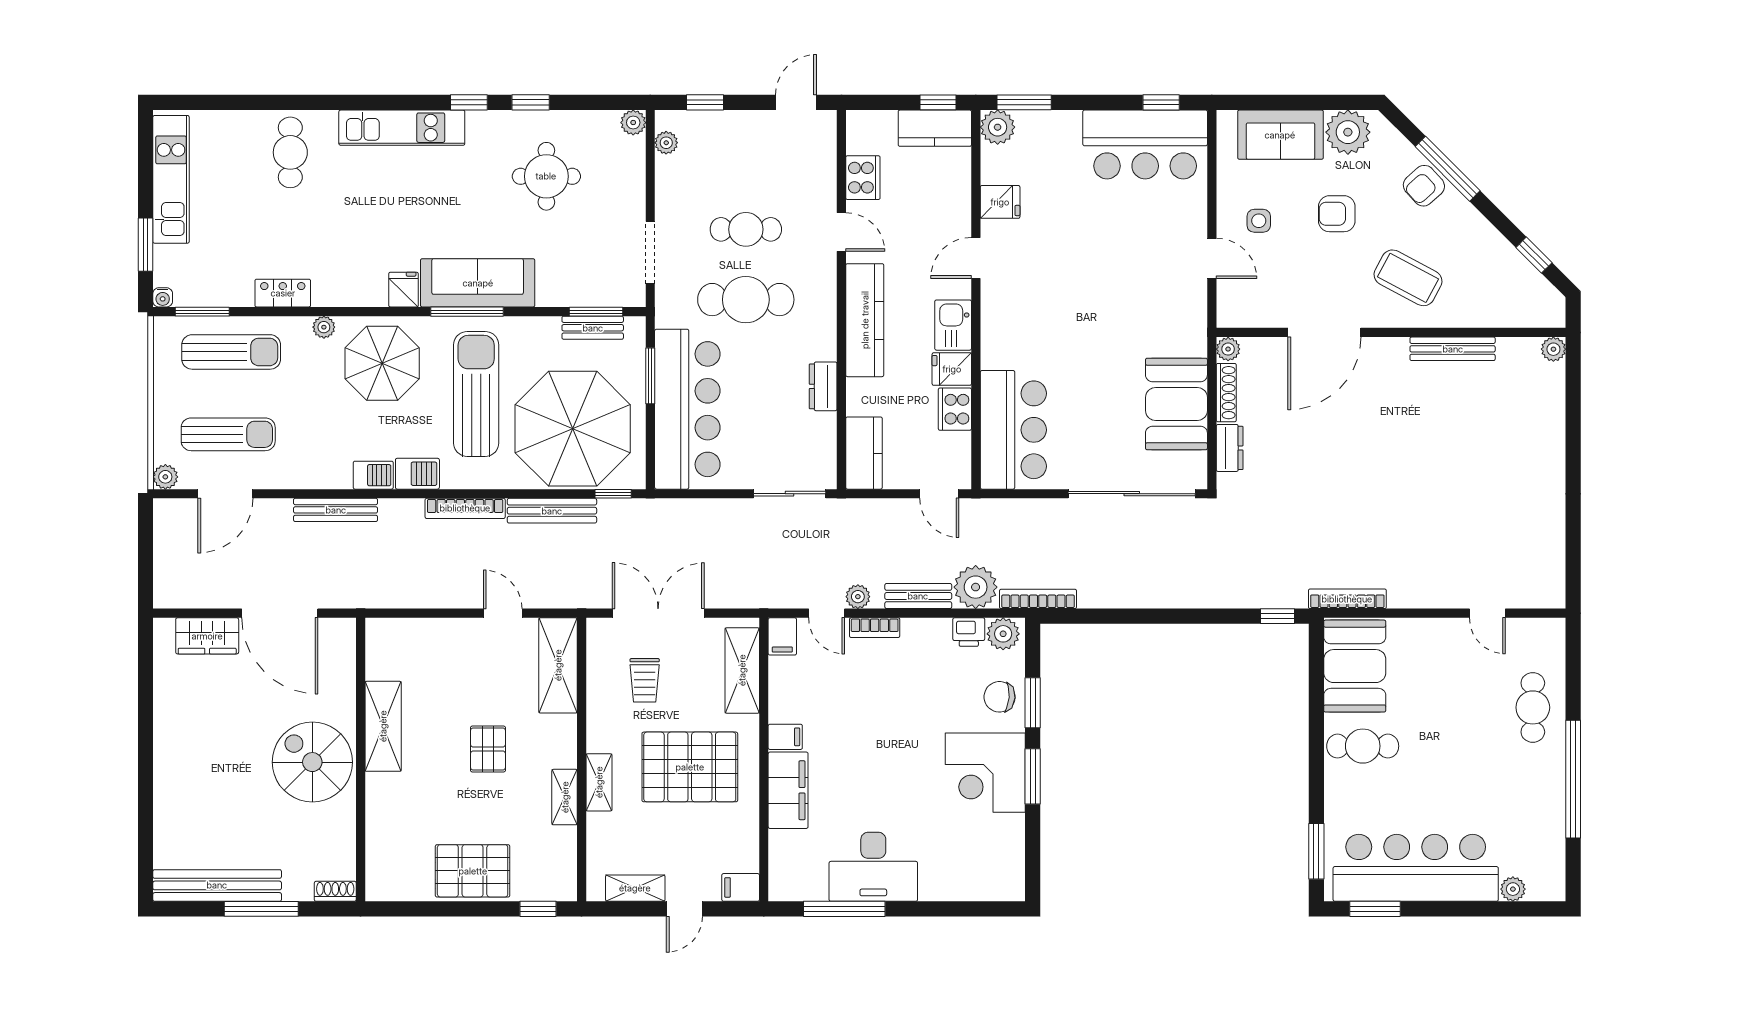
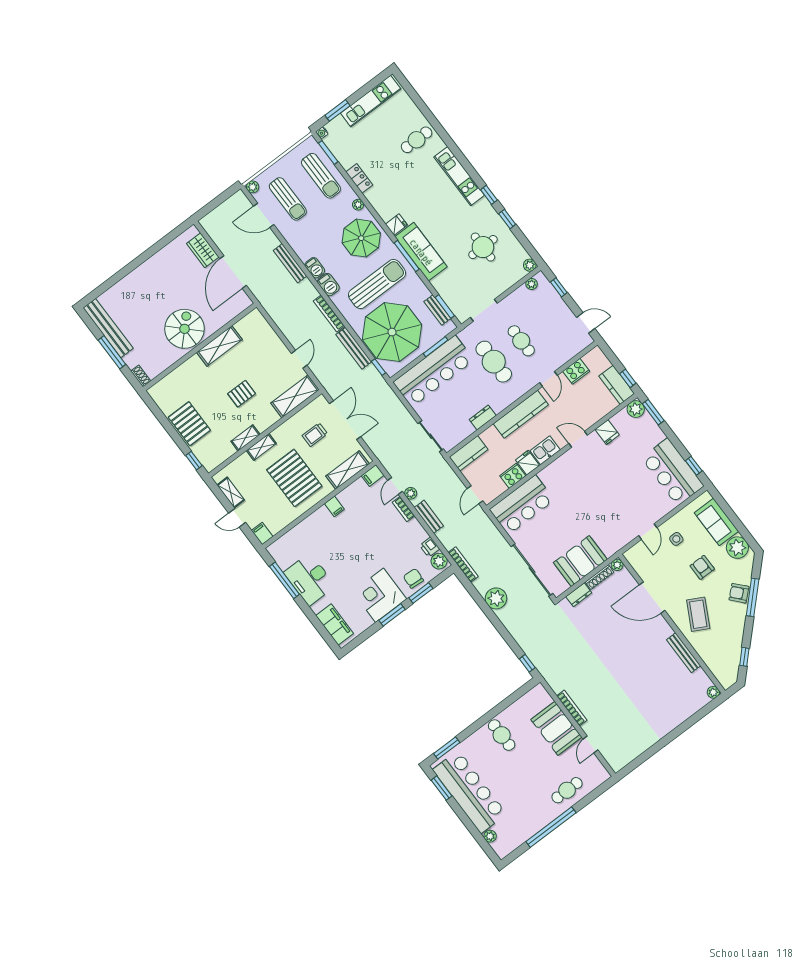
plant: (976, 587) -> (496, 598), moved
bookcase: (1347, 599) -> (572, 708), moved
booth: (1355, 666) -> (556, 728), moved, turned 90
filing cabinet: (788, 790) -> (335, 625), moved, turned -90

